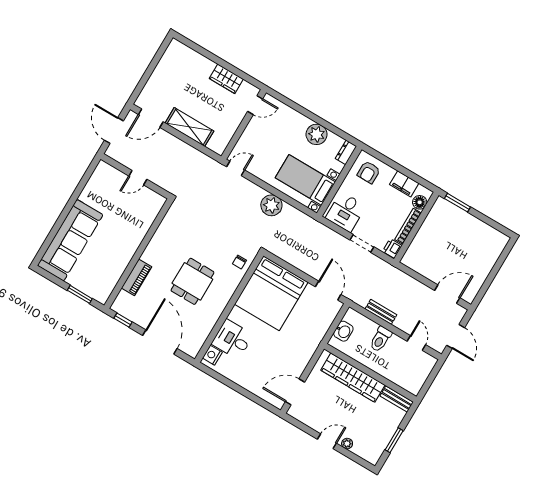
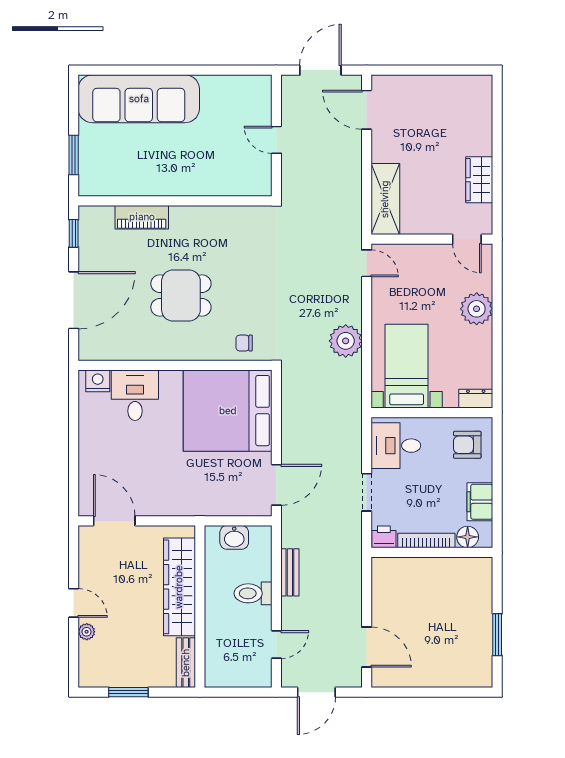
shelving: (189, 127) -> (385, 199), moved
plant: (317, 134) -> (477, 309), moved
window: (457, 203) -> (497, 635), moved

